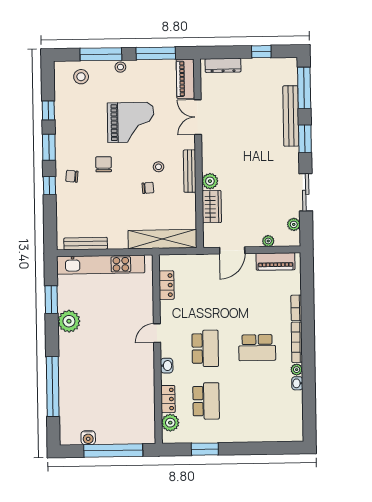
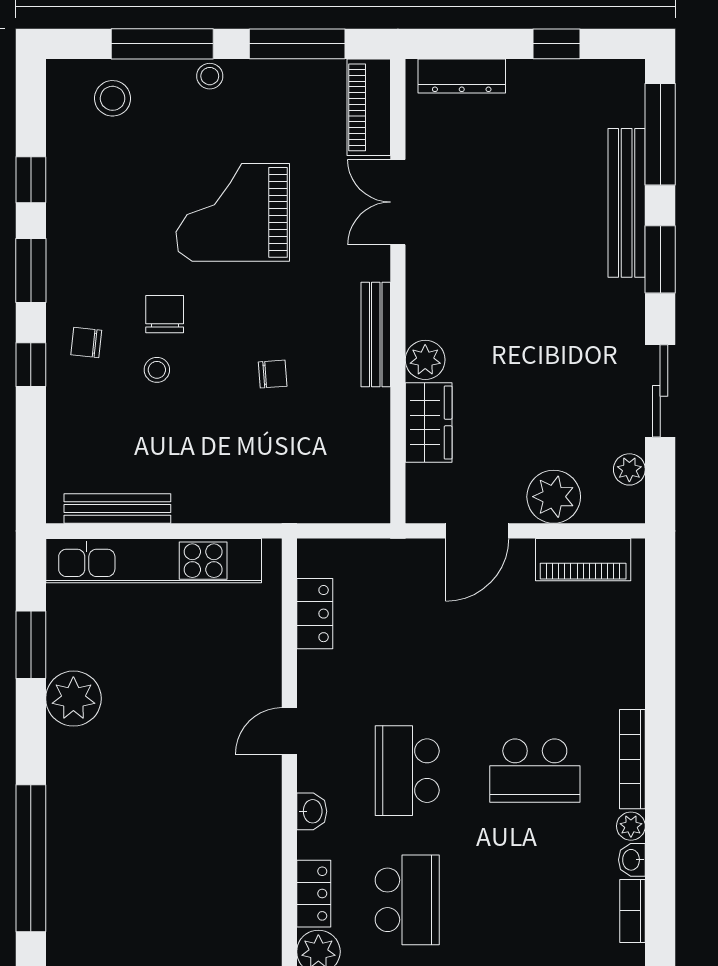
grand piano: (131, 122) -> (233, 212), turned 180
stool: (158, 167) -> (157, 370), moved
shelving: (162, 239) -> (306, 500), removed
plant: (268, 241) -> (554, 497), width x1.88, depth x1.88
bookcase: (296, 308) -> (632, 911), moved
school desk: (205, 348) -> (407, 771), turned 180

